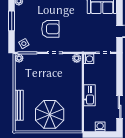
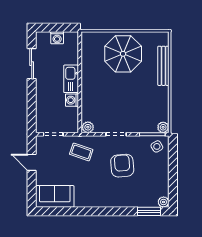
window: (12, 21) -> (173, 176), removed
armchair: (50, 29) -> (122, 166), turned 85
coffee table: (82, 39) -> (81, 152), added
washing machine: (89, 59) -> (72, 100), moved

